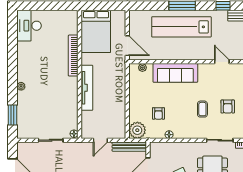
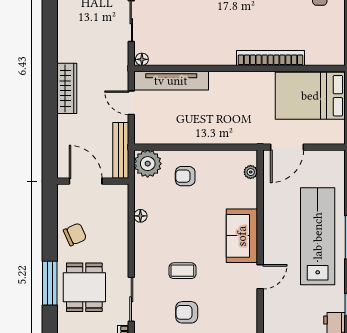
door: (222, 62) -> (260, 277), moved
sofa: (175, 73) -> (242, 236), width x0.73
tv unit: (87, 88) -> (171, 81), moved
armchair: (158, 113) -> (185, 176), moved

